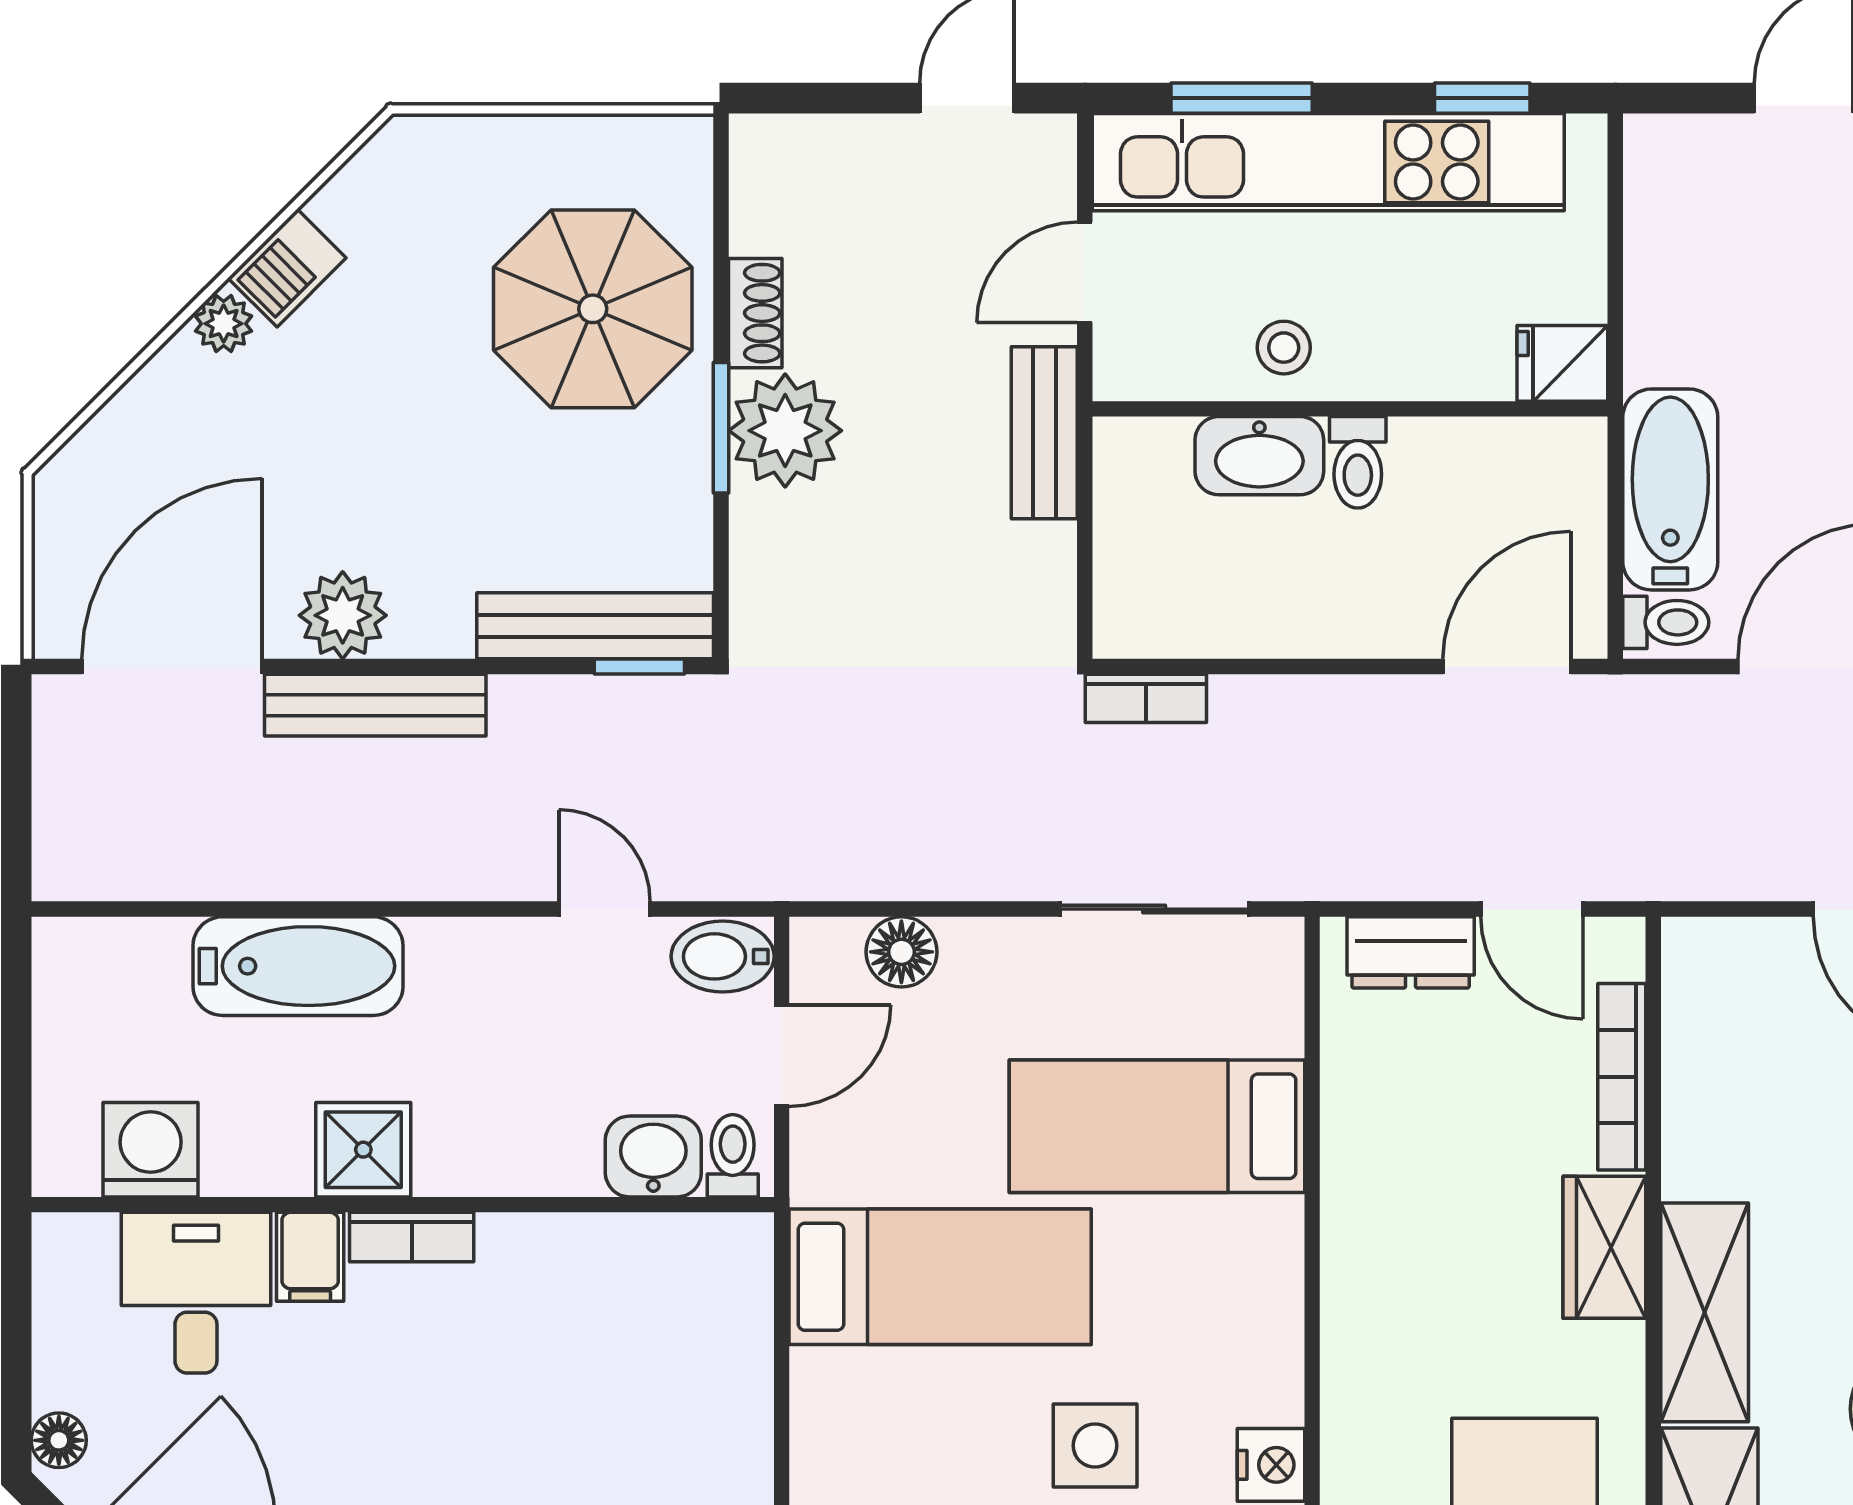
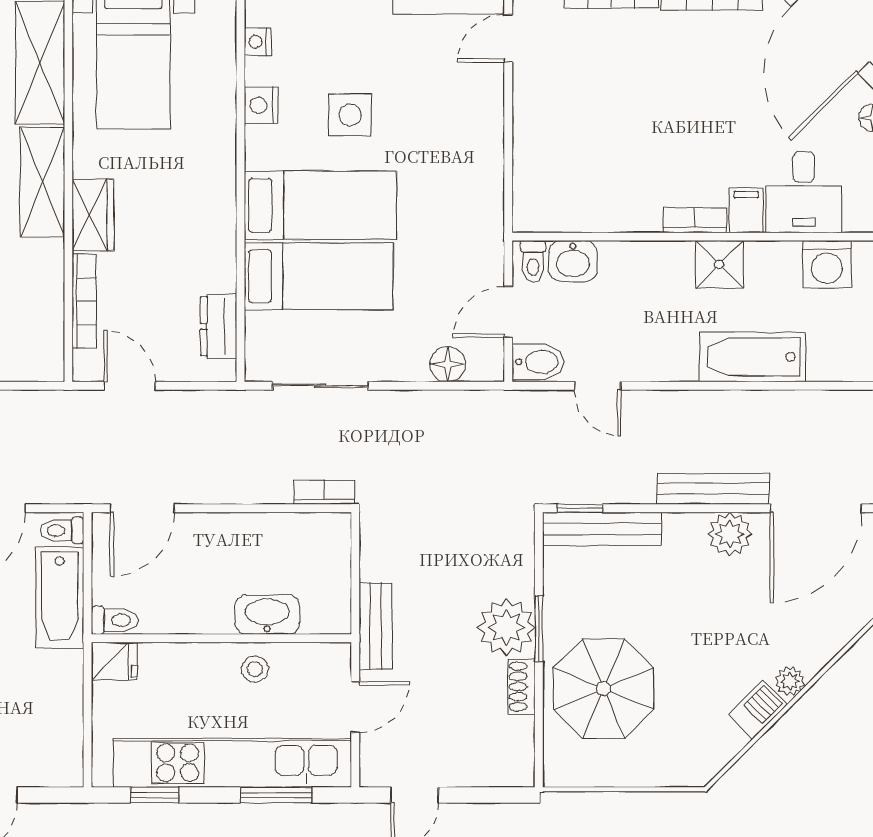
toilet: (1358, 462) -> (114, 620), moved, turned 90
dresser: (1411, 952) -> (219, 326), moved, turned -90
bed: (940, 1277) -> (320, 205), moved, turned 180

